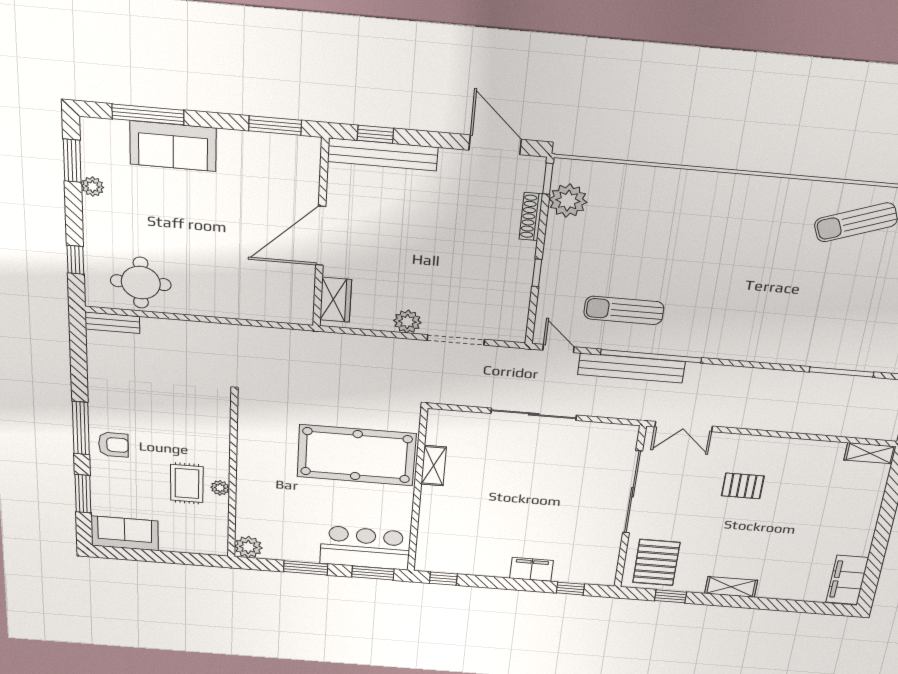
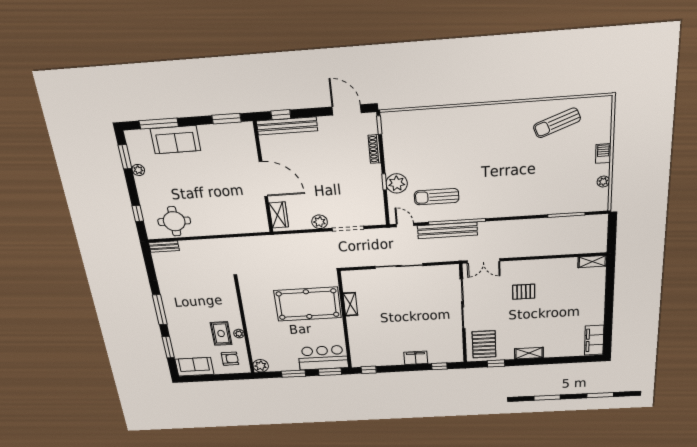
plant: (568, 201) -> (397, 183), moved
door: (321, 236) -> (263, 179), swing flipped
armchair: (113, 445) -> (230, 359), moved

